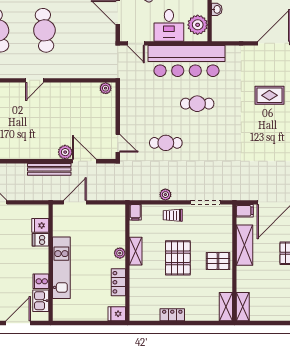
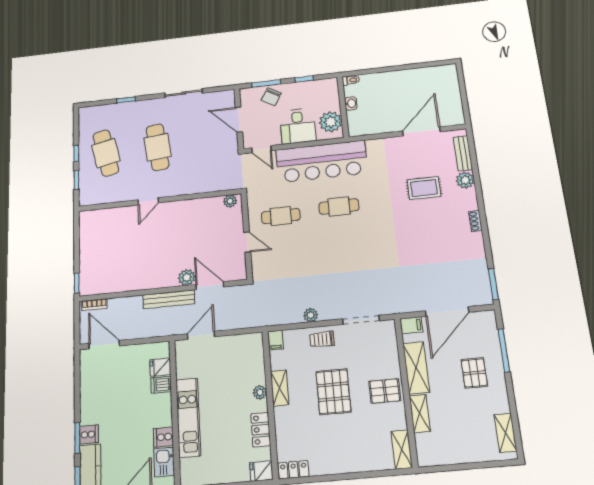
door: (118, 143) -> (247, 242), moved
cafe table: (166, 143) -> (281, 216), moved
shelving: (243, 307) -> (420, 413), moved
locker: (172, 315) -> (293, 470), moved

